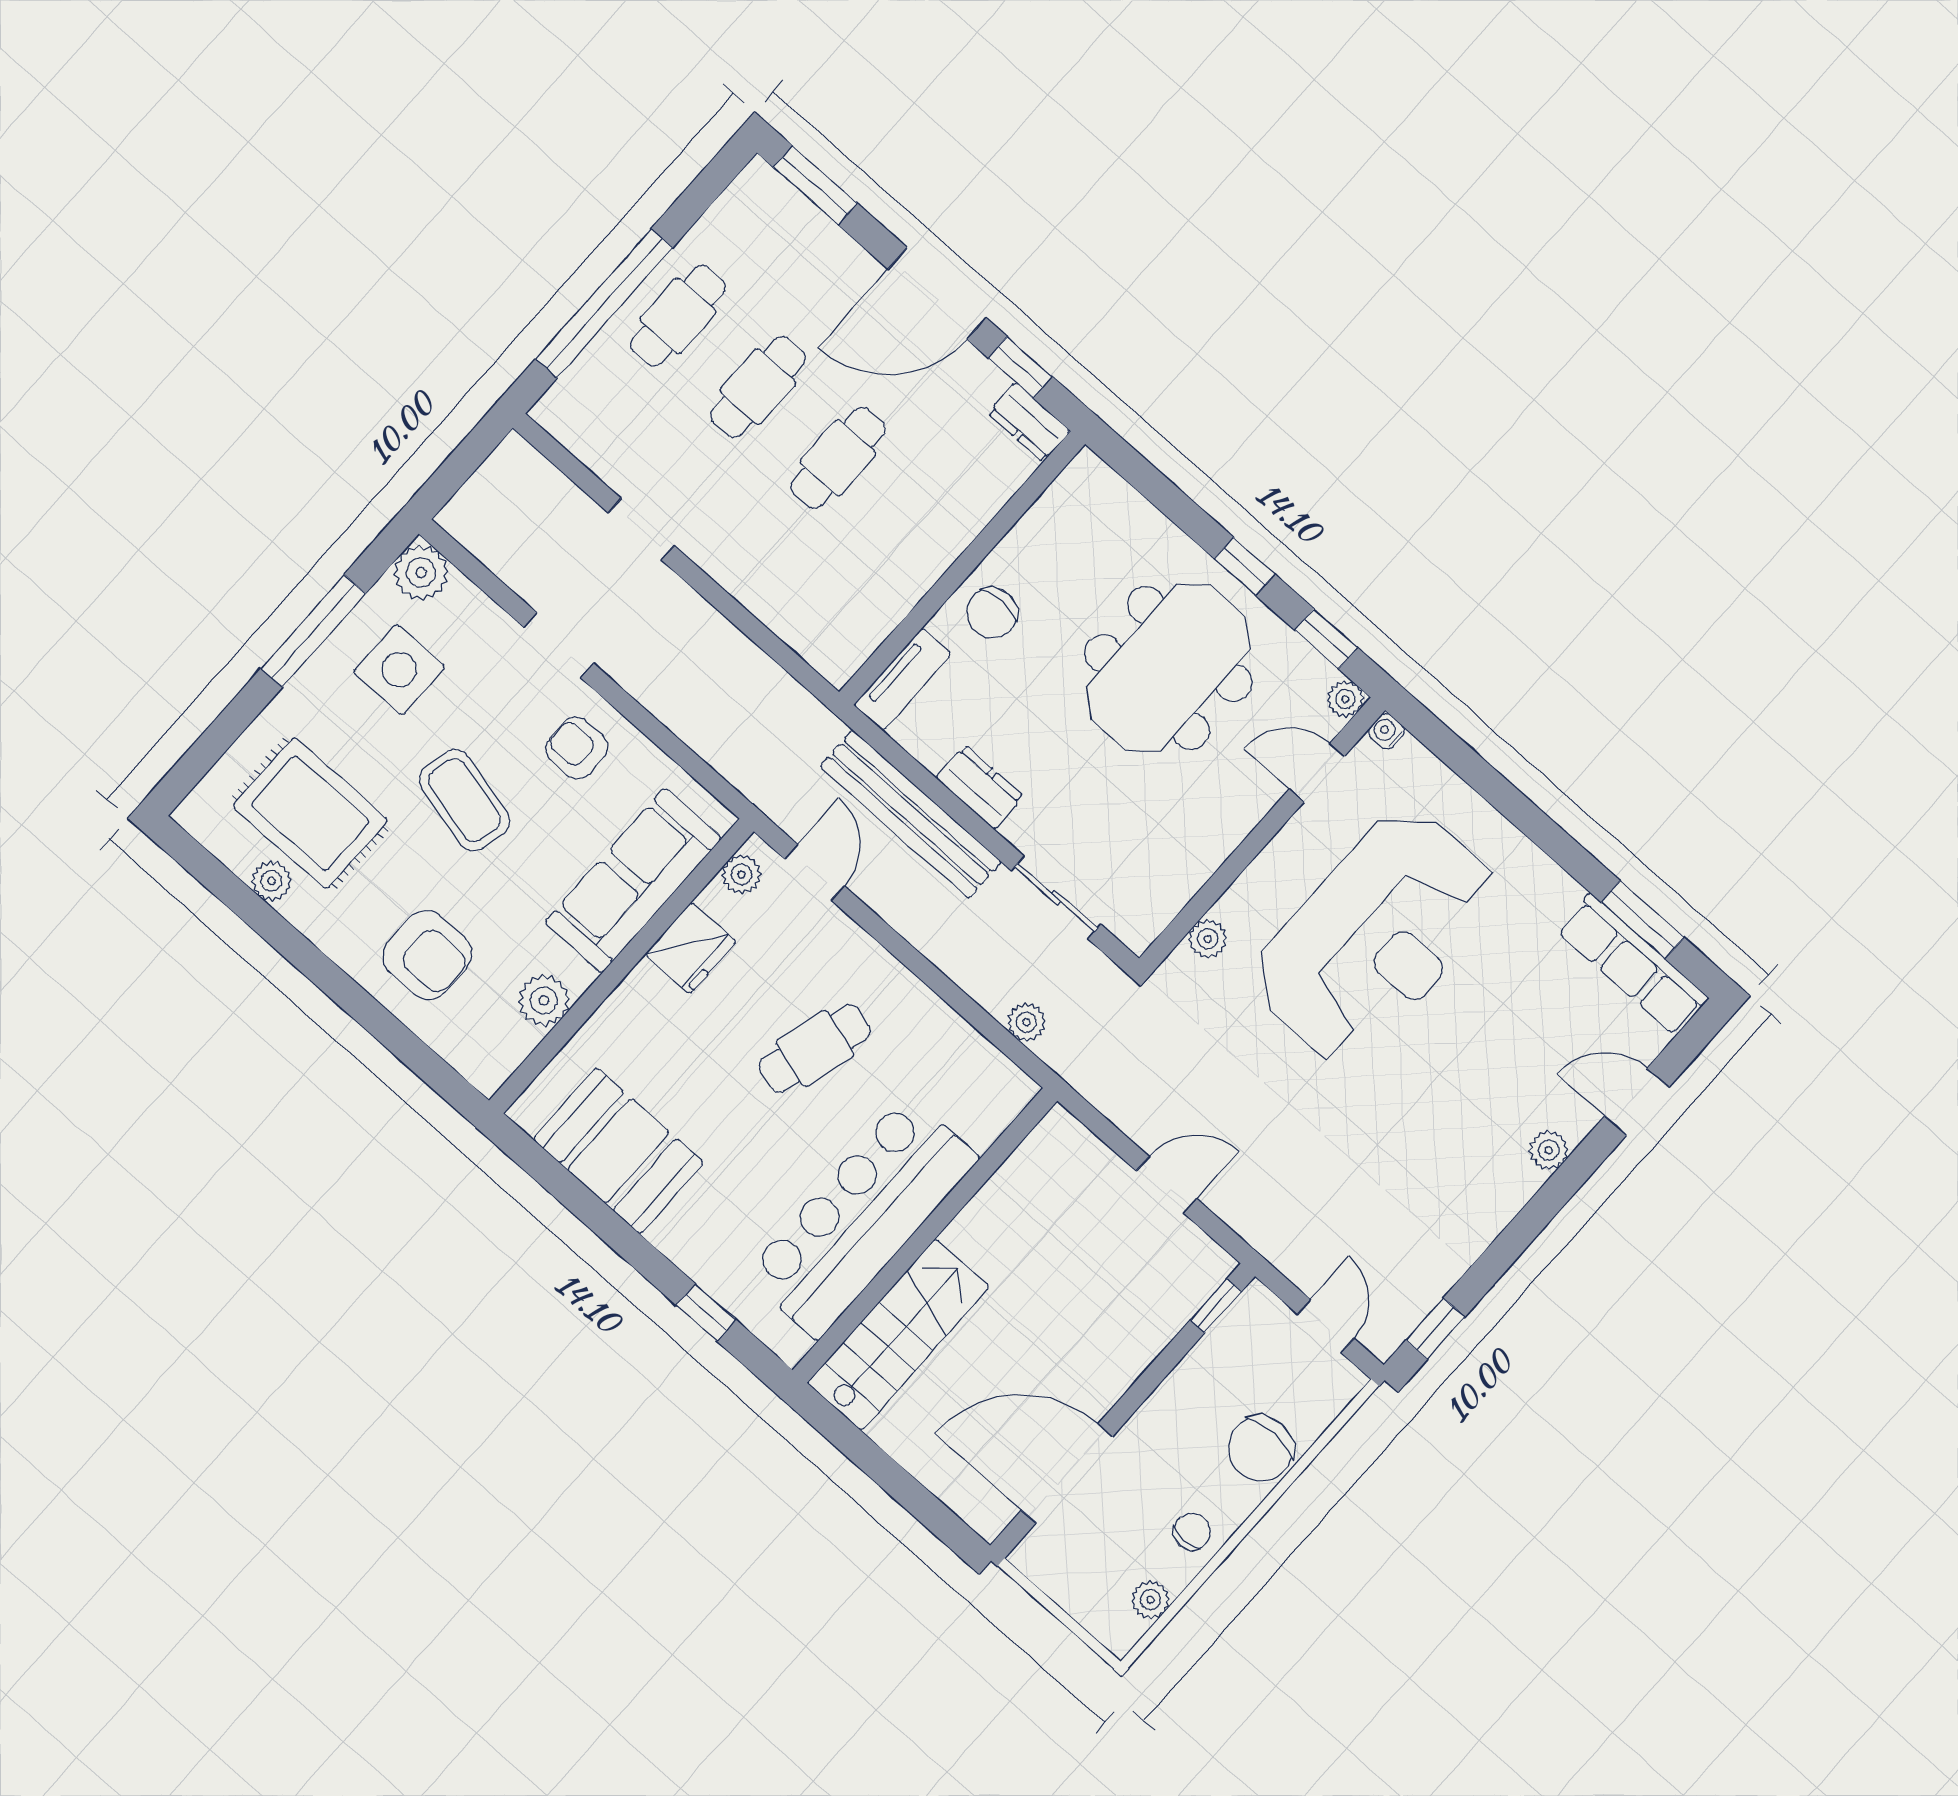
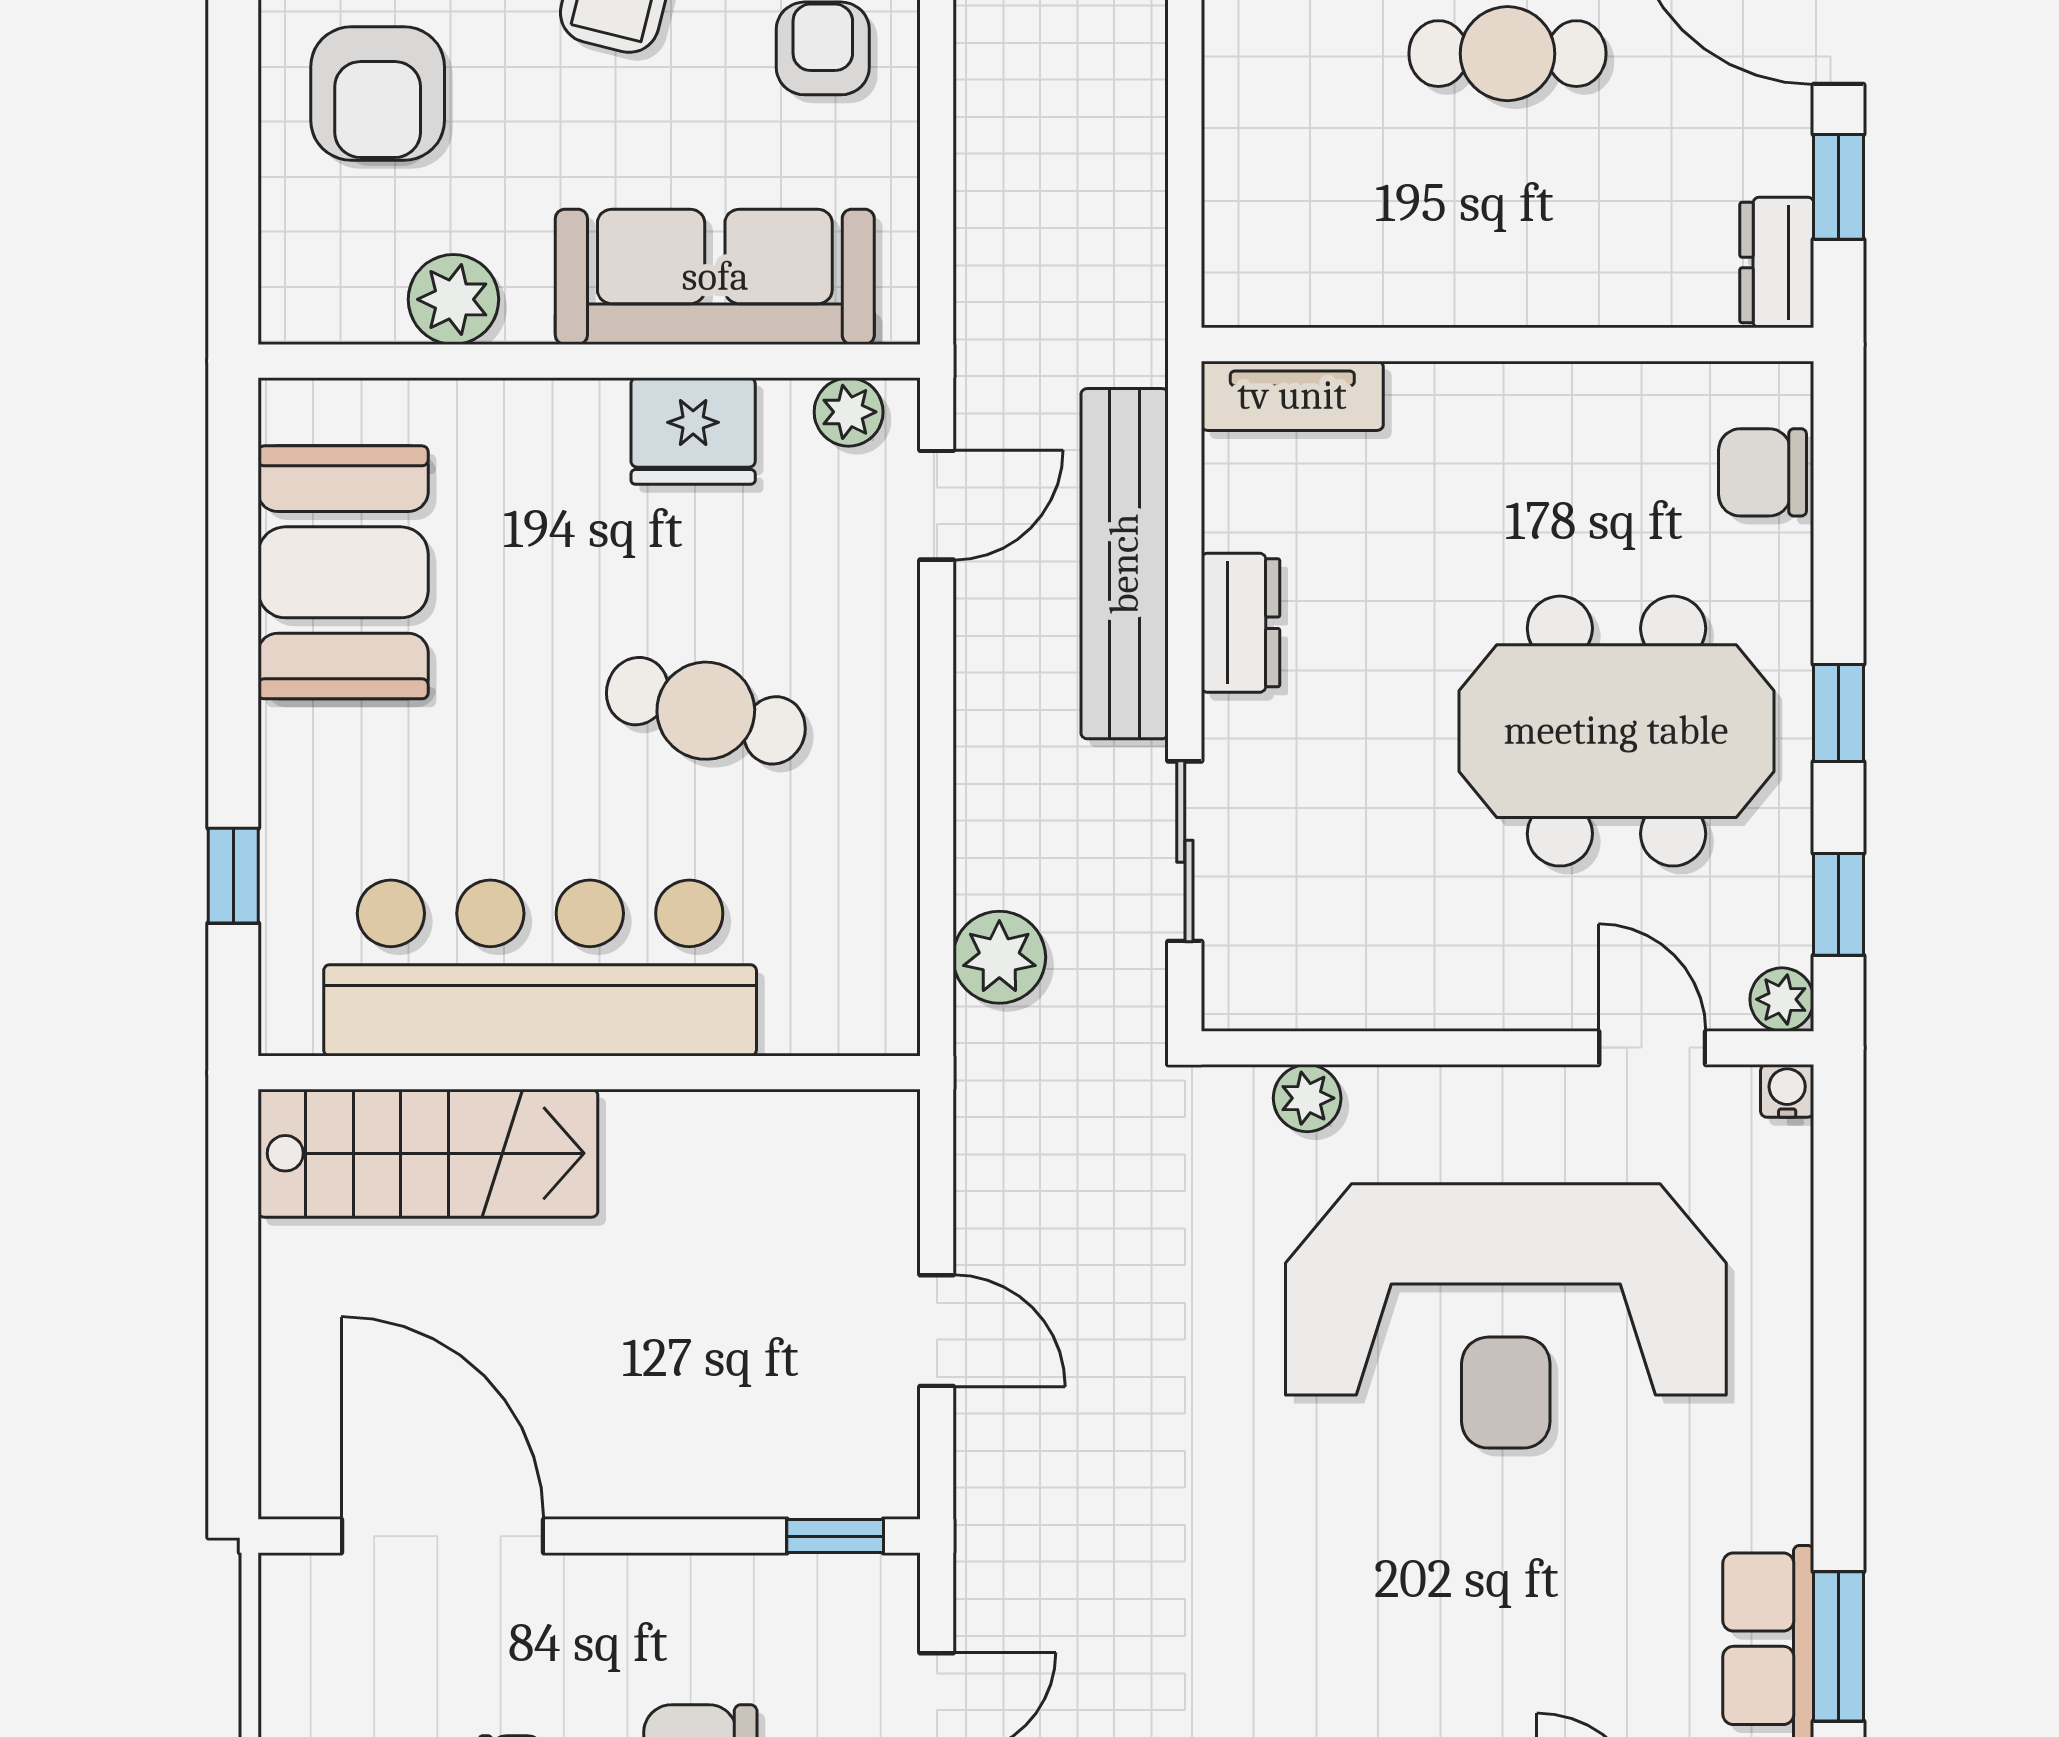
chair: (992, 613) -> (1763, 472), moved
plant: (1026, 1022) -> (999, 957), width x1.38, depth x1.38

